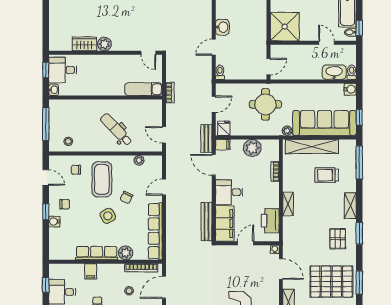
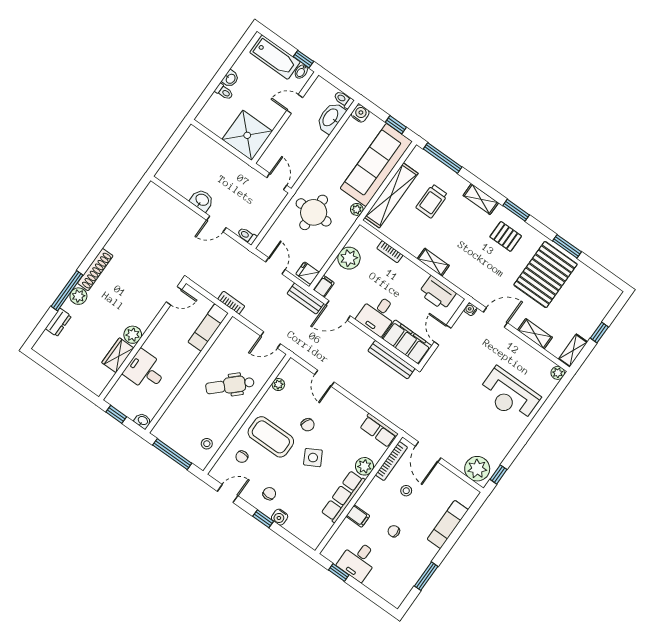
door: (214, 47) -> (216, 224), hinge flipped
desk: (63, 70) -> (145, 371), moved, turned 90
row of seats: (155, 231) -> (379, 430), width x0.50

